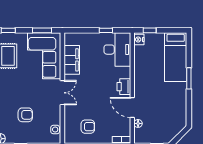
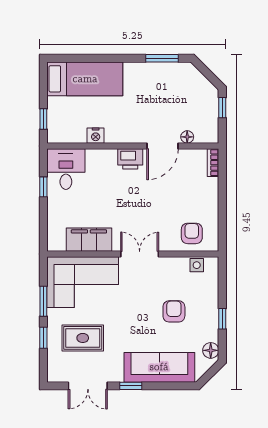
window: (42, 30) -> (43, 301), moved
nightstand: (139, 39) -> (96, 136), moved
desk: (117, 50) -> (66, 169), width x0.73
window: (189, 78) -> (162, 58), moved
armchair: (88, 127) -> (192, 233), moved

